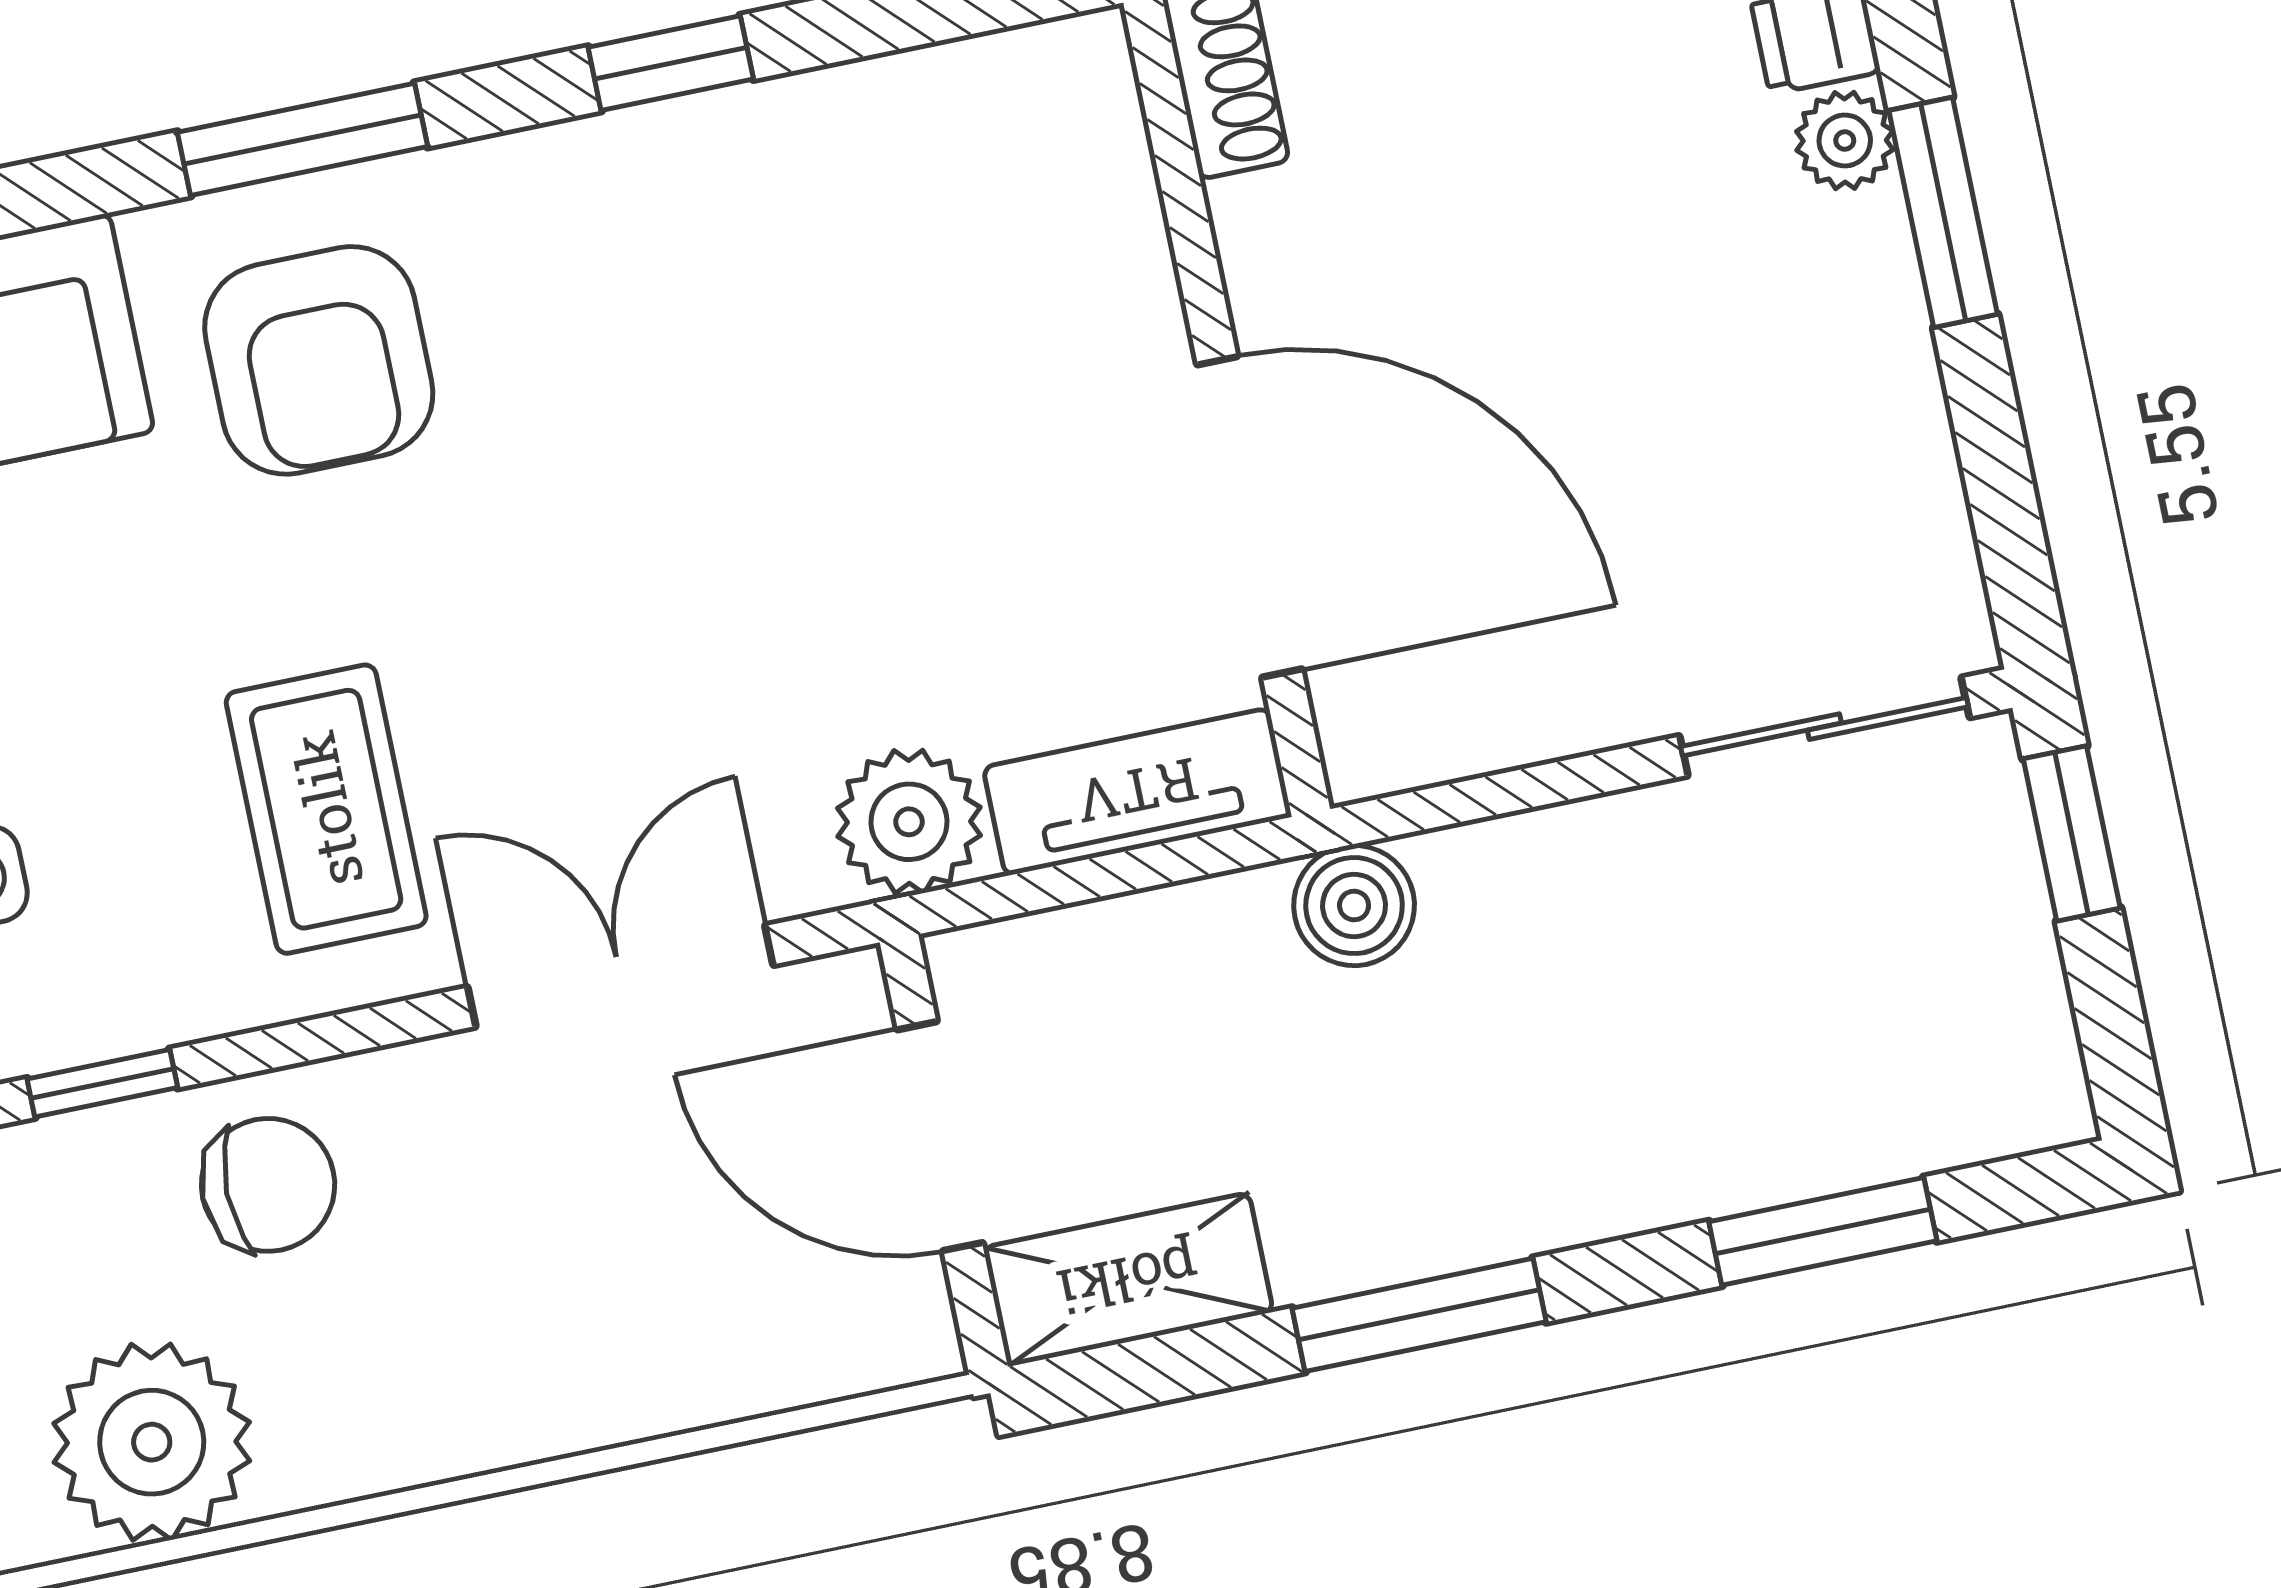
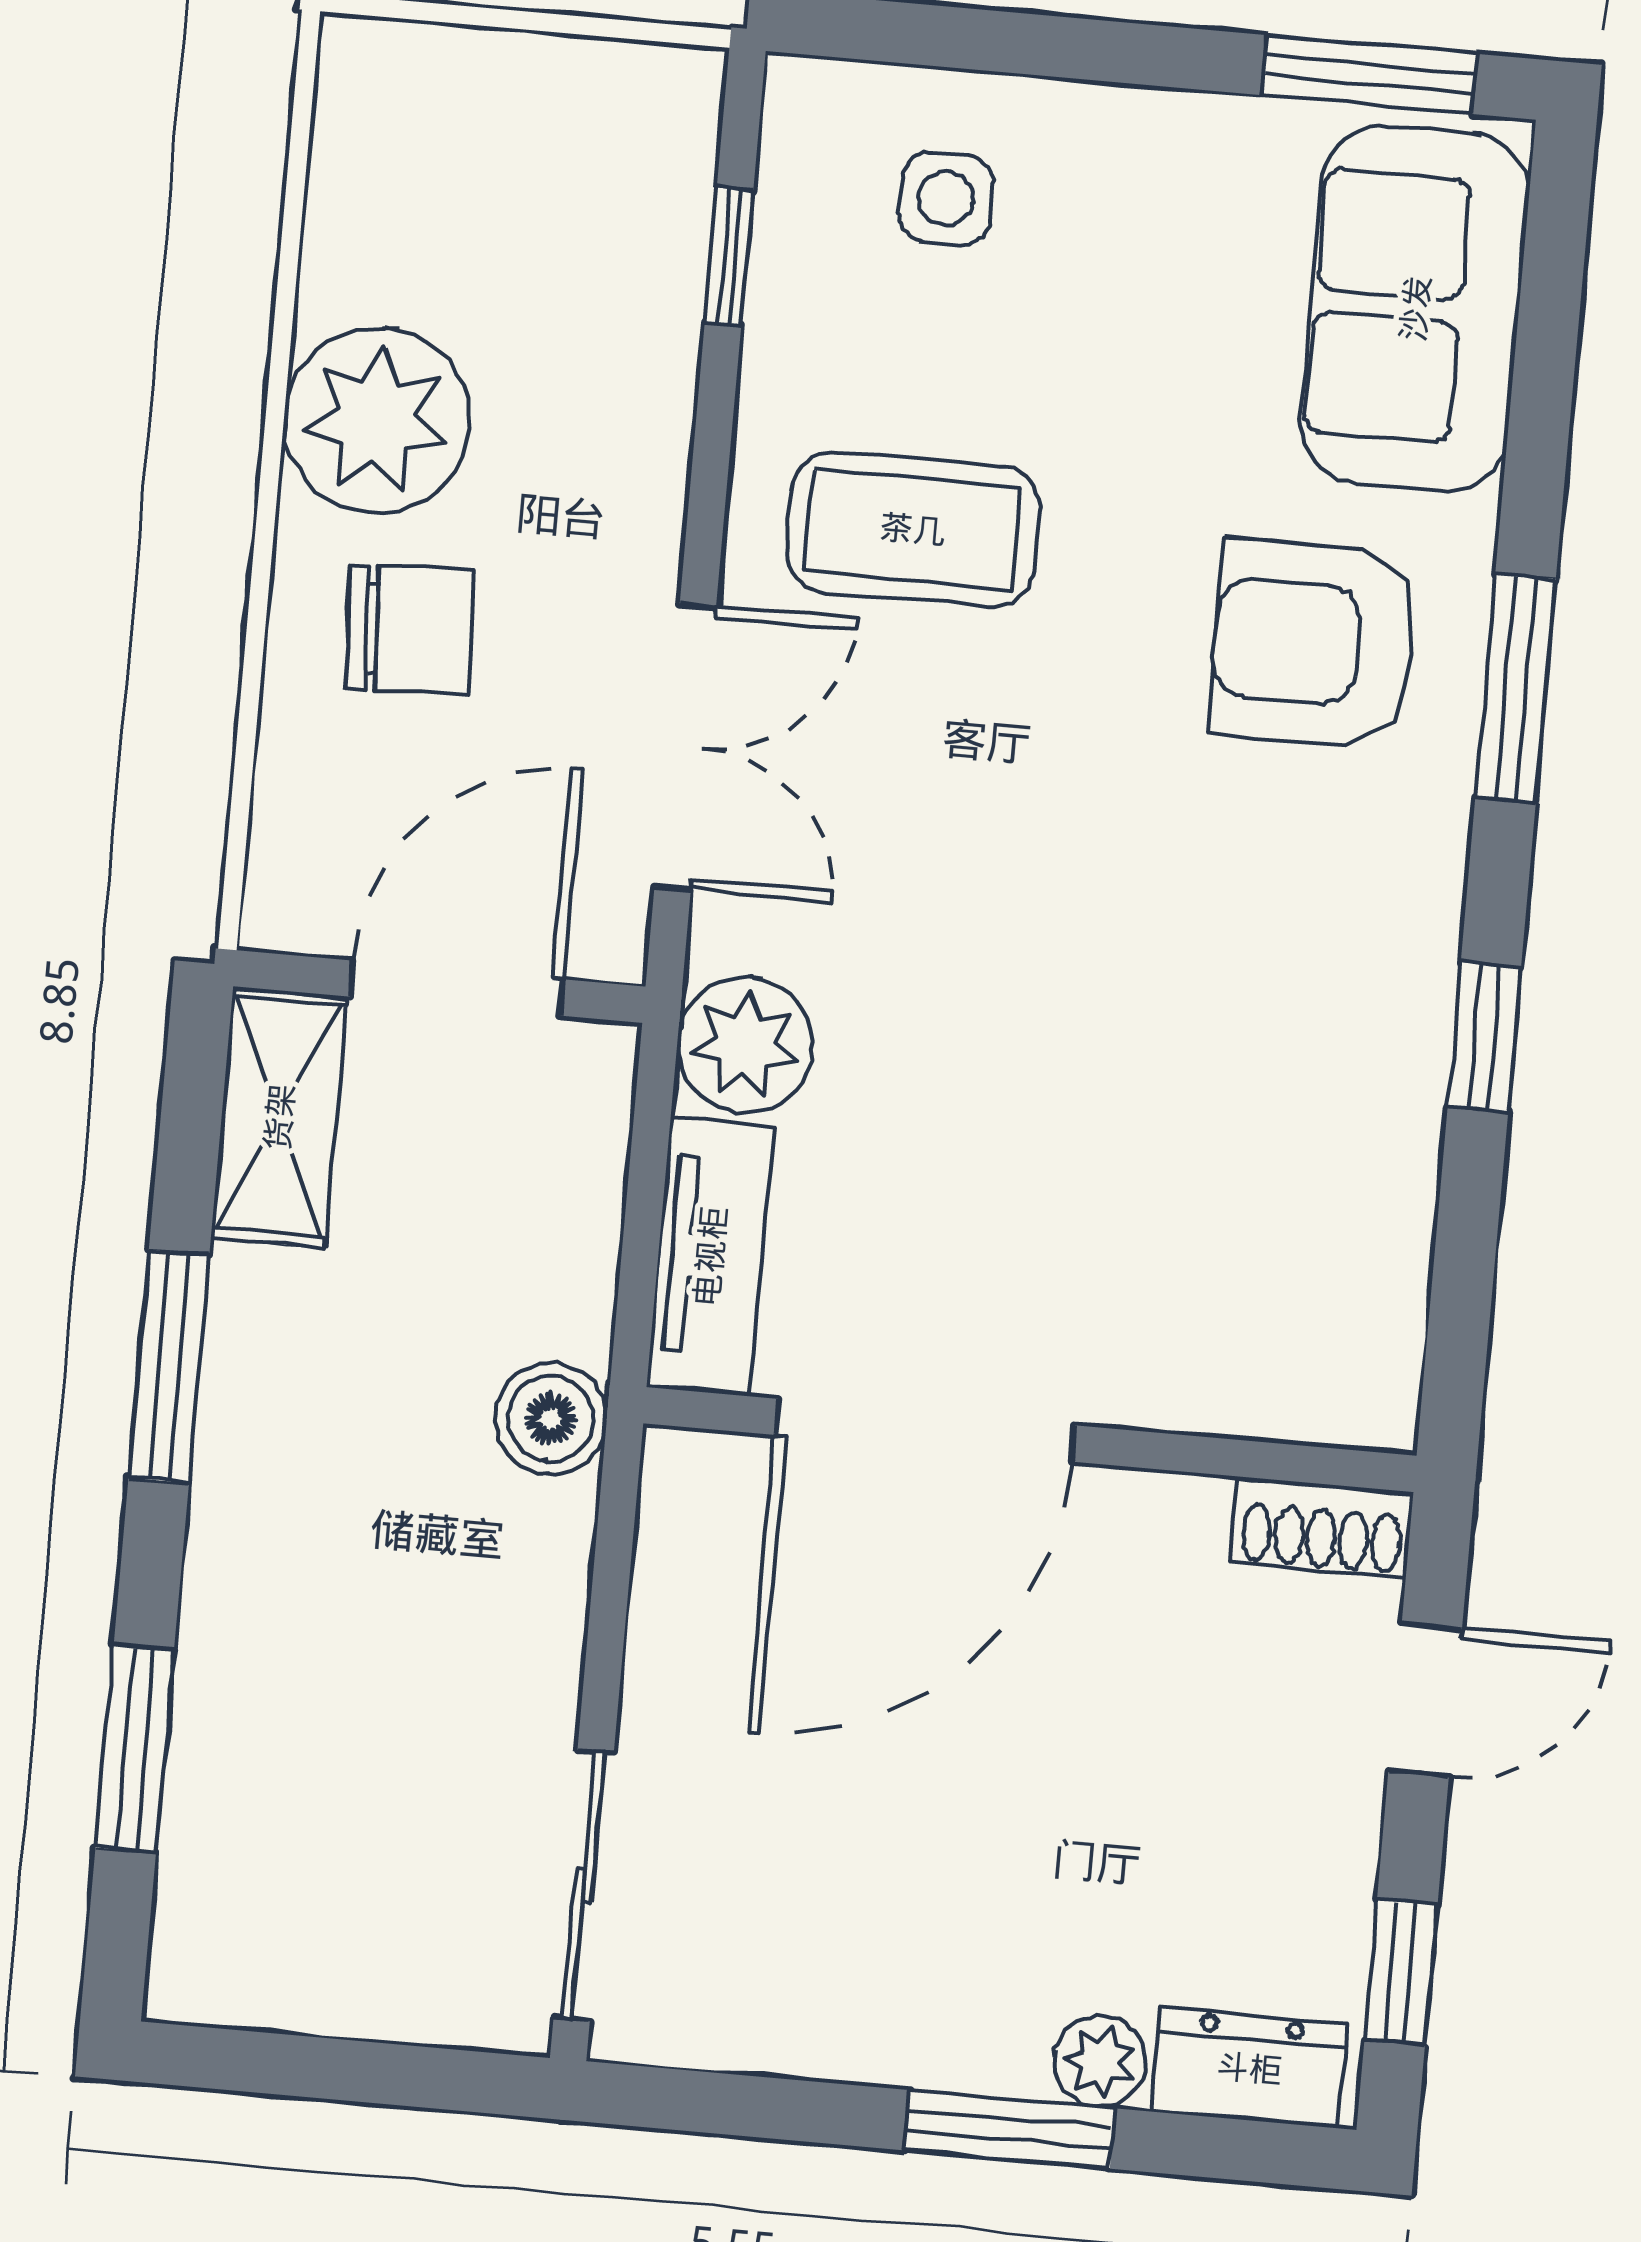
window: (2072, 833) -> (422, 2077), removed
chair: (268, 1185) -> (409, 630), moved, turned -93
plant: (152, 1442) -> (377, 420), moved

